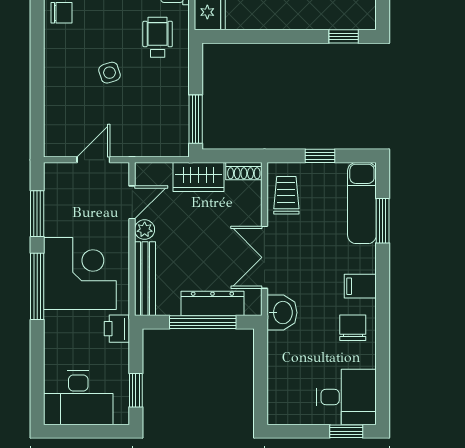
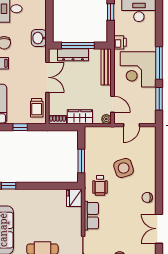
side table: (110, 73) -> (124, 168), width x1.87, depth x1.87
window: (196, 119) -> (81, 161), moved
door: (132, 202) -> (113, 104), swing flipped
plant: (145, 230) -> (106, 119), moved
washbasin: (282, 313) -> (39, 38), moved

